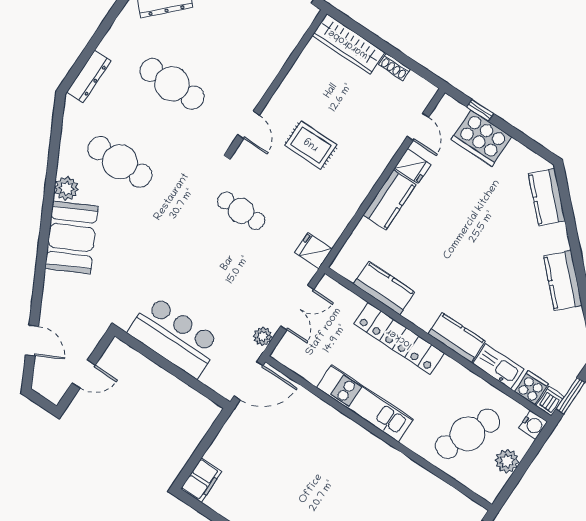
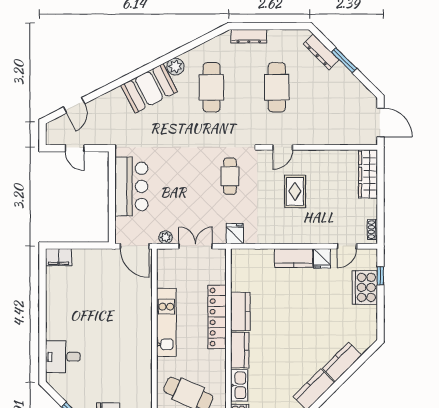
shoe rack: (395, 67) -> (372, 230), moved
kitchen counter: (547, 197) -> (342, 362), moved
kitchen counter: (384, 288) -> (240, 311), moved
double door: (297, 308) -> (196, 246), swing flipped

